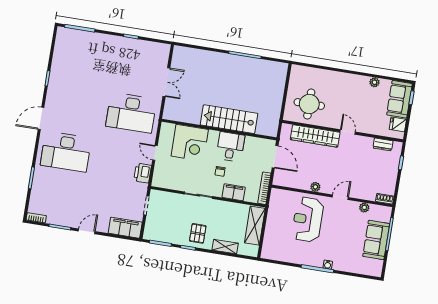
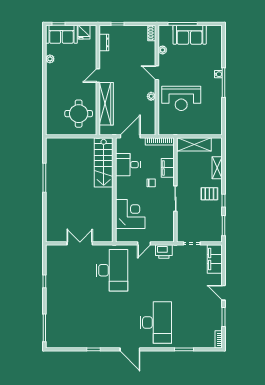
stairs: (229, 119) -> (104, 163), moved
desk: (230, 147) -> (128, 165), moved

